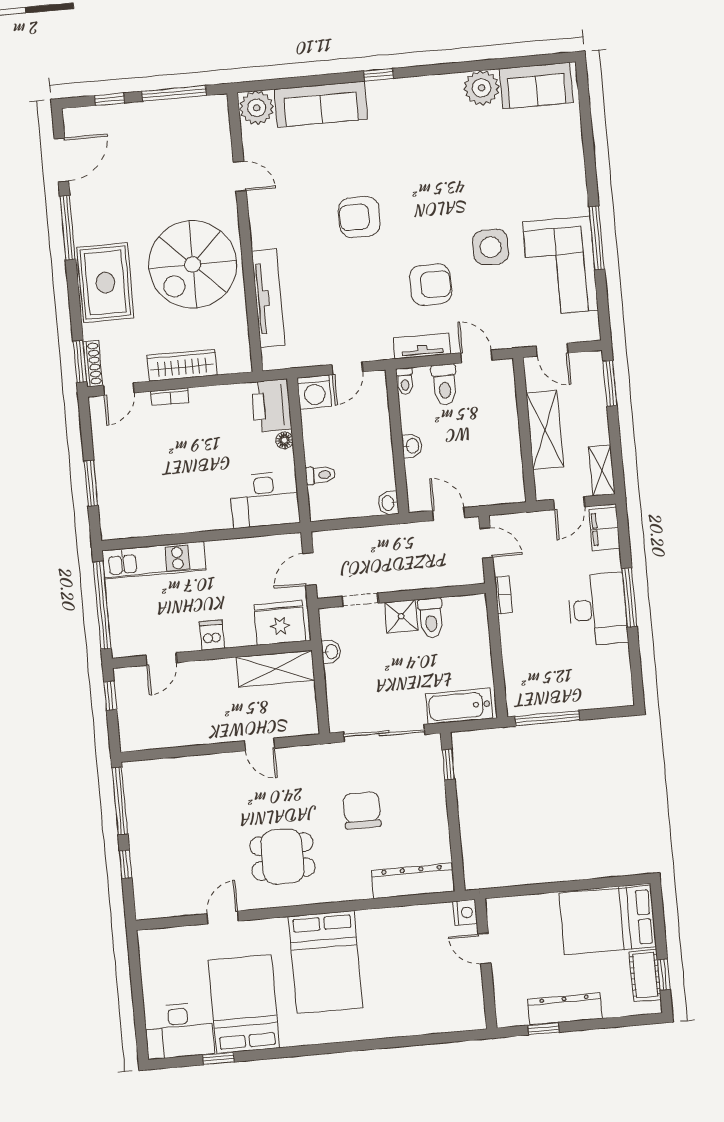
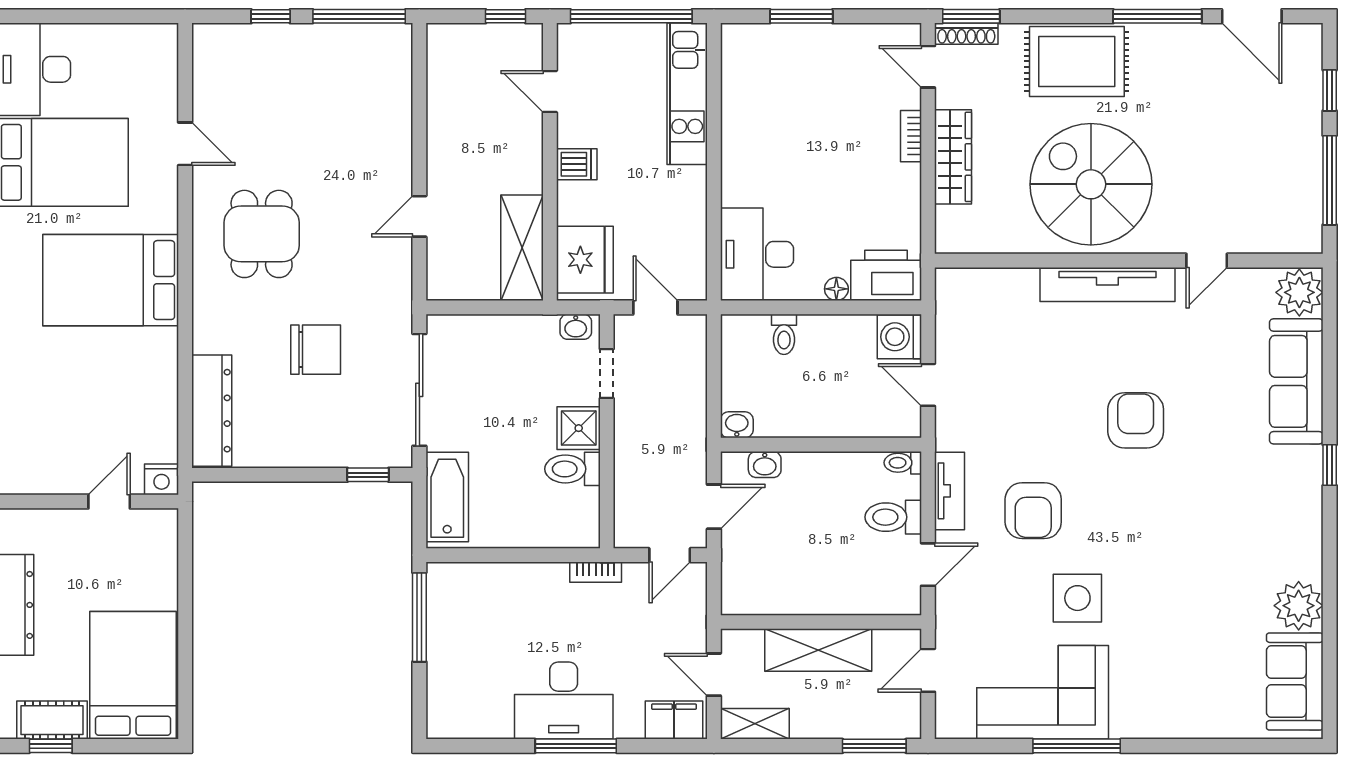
tv unit: (268, 298) -> (1107, 284), moved
washbasin: (412, 446) -> (765, 464), moved
washbasin: (331, 652) -> (576, 327), moved

